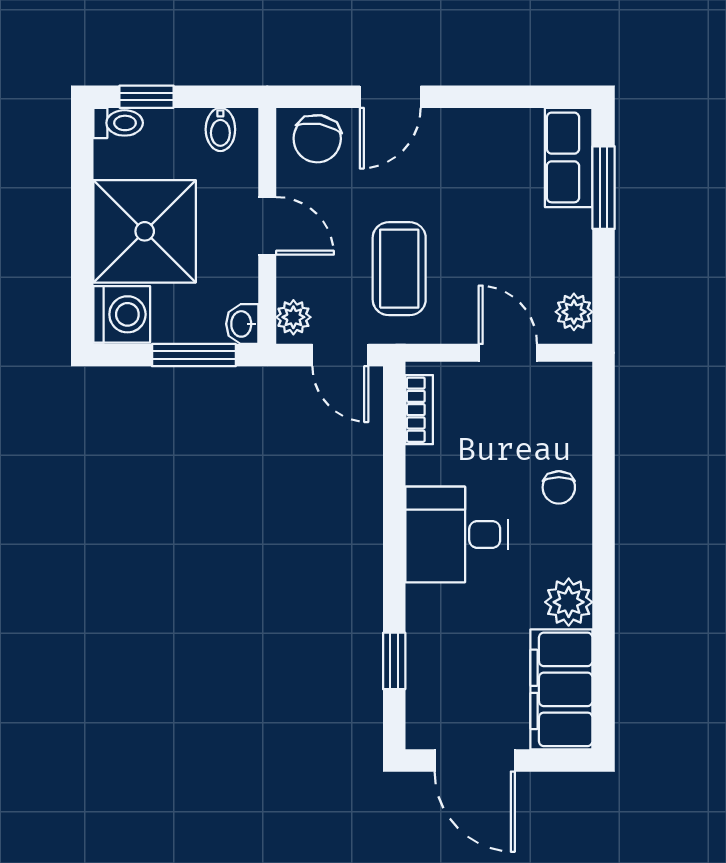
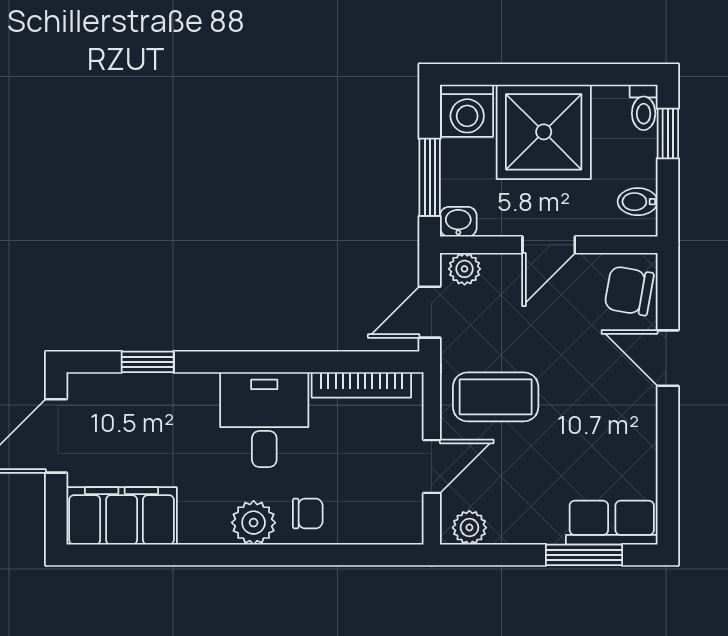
coffee table: (399, 269) -> (496, 397), moved
bookcase: (419, 410) -> (361, 385), width x1.56
chair: (559, 487) -> (308, 513), turned 180
plant: (569, 602) -> (254, 523), moved

